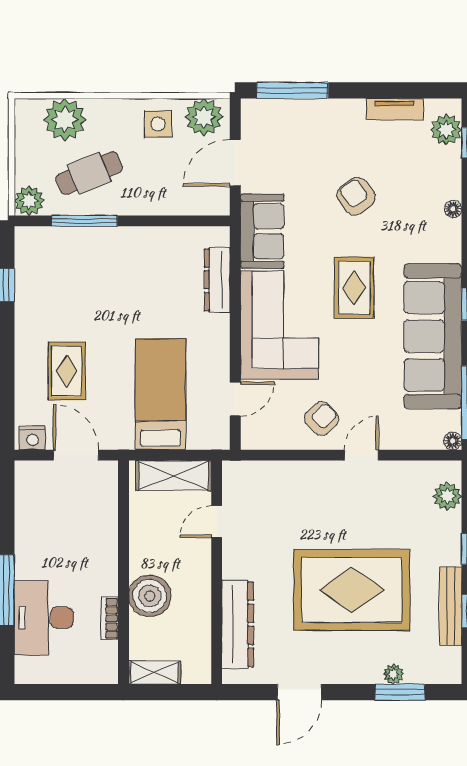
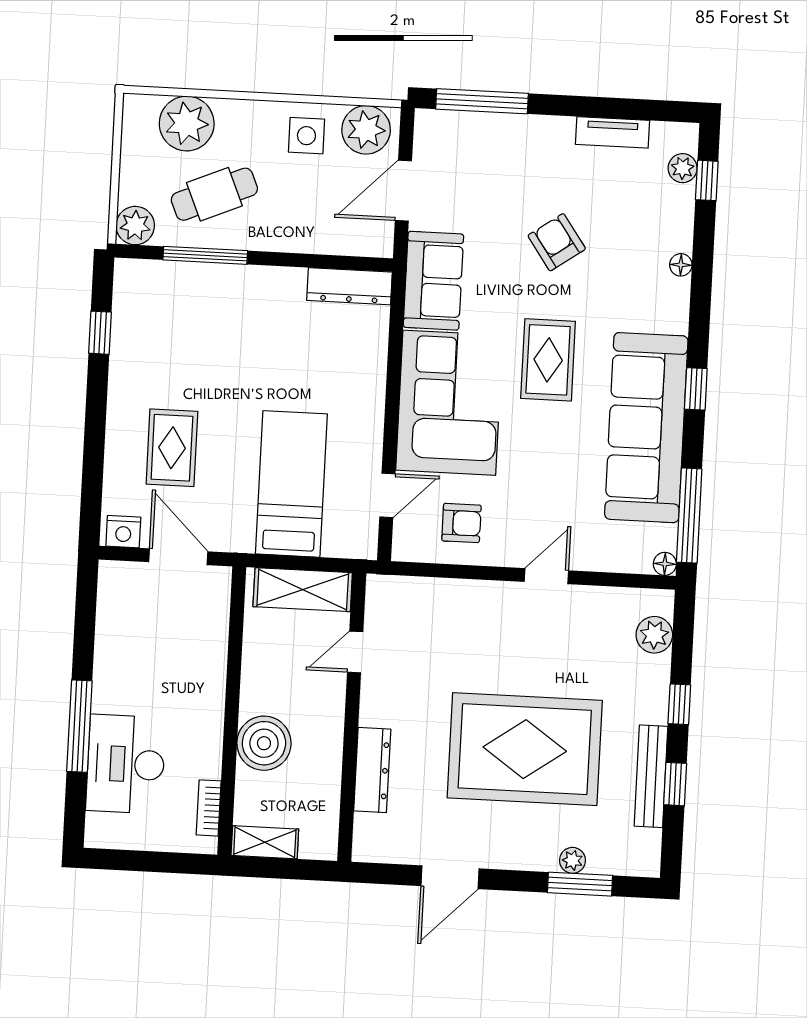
plant: (446, 130) -> (683, 168), width x0.73, depth x0.73
dresser: (217, 280) -> (349, 286), moved, turned -90
armchair: (322, 419) -> (461, 523), moved, turned 43
bookcase: (110, 618) -> (209, 808), moved
dresser: (238, 624) -> (372, 770), width x0.73, depth x0.80

